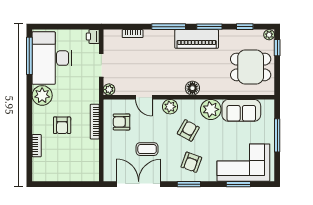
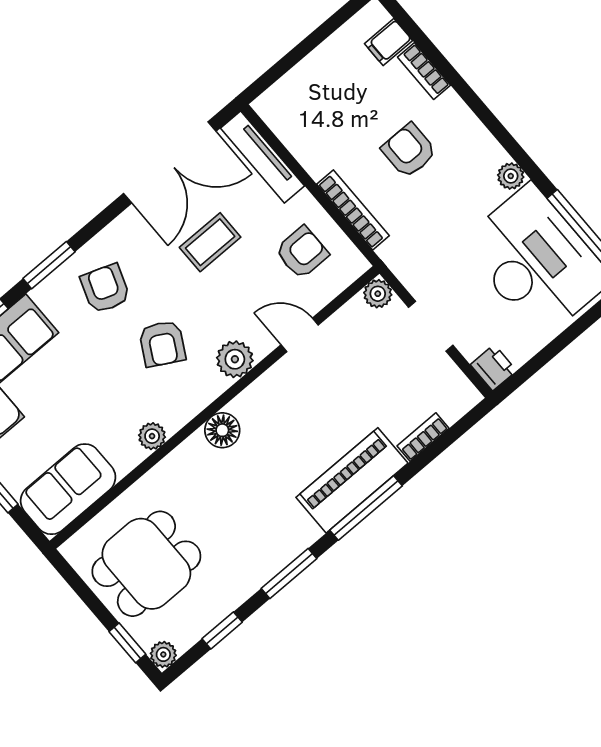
piano: (197, 39) -> (352, 480), moved
plant: (42, 95) -> (511, 176), width x0.53, depth x0.53
plant: (211, 109) -> (152, 436), width x0.53, depth x0.53
sofa: (241, 110) -> (68, 489), moved
tv unit: (109, 161) -> (263, 157), added
filing cabinet: (40, 164) -> (388, 42), added
window: (189, 184) -> (49, 265), moved

